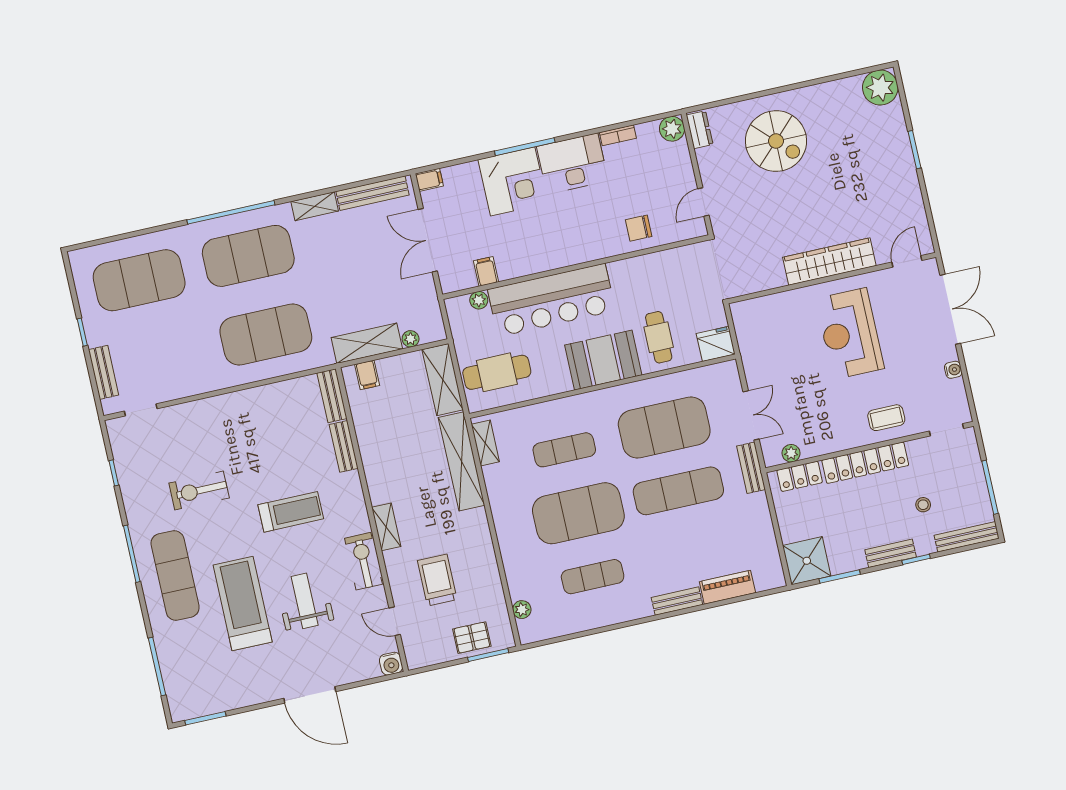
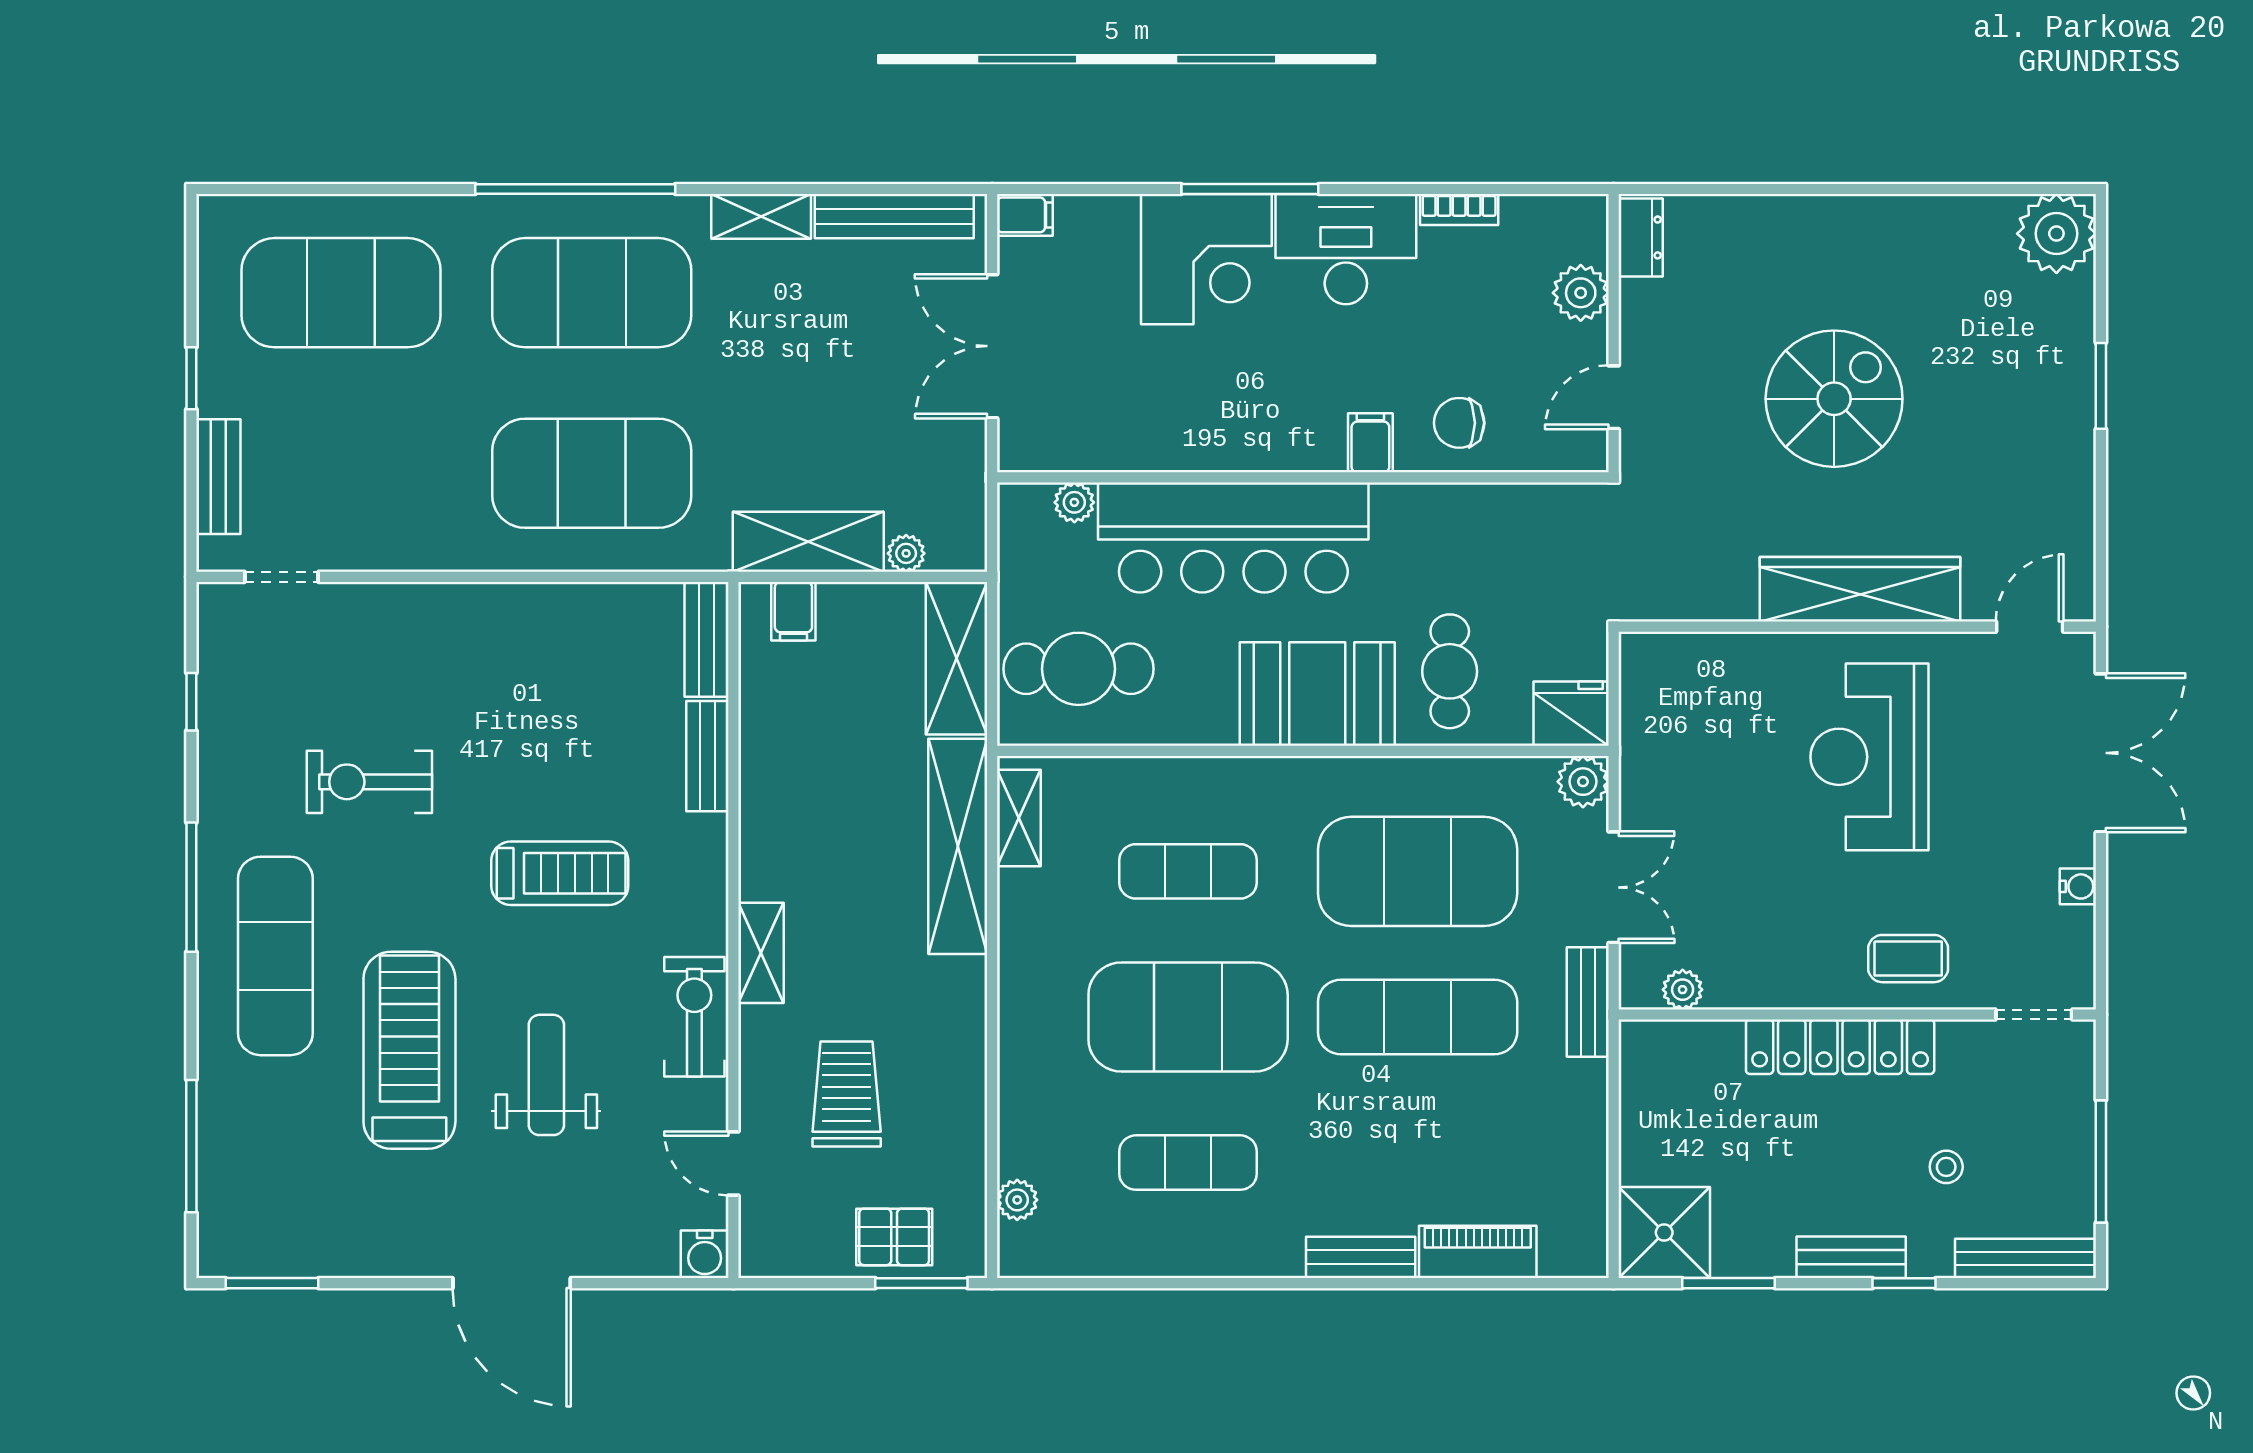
plant: (672, 129) -> (1581, 293), moved
spiral stairs: (776, 141) -> (1834, 399), moved, turned -90
filing cabinet: (486, 271) -> (1370, 443), moved
plant: (727, 372) -> (1583, 782), added
locker: (800, 476) -> (1690, 1045), removed

